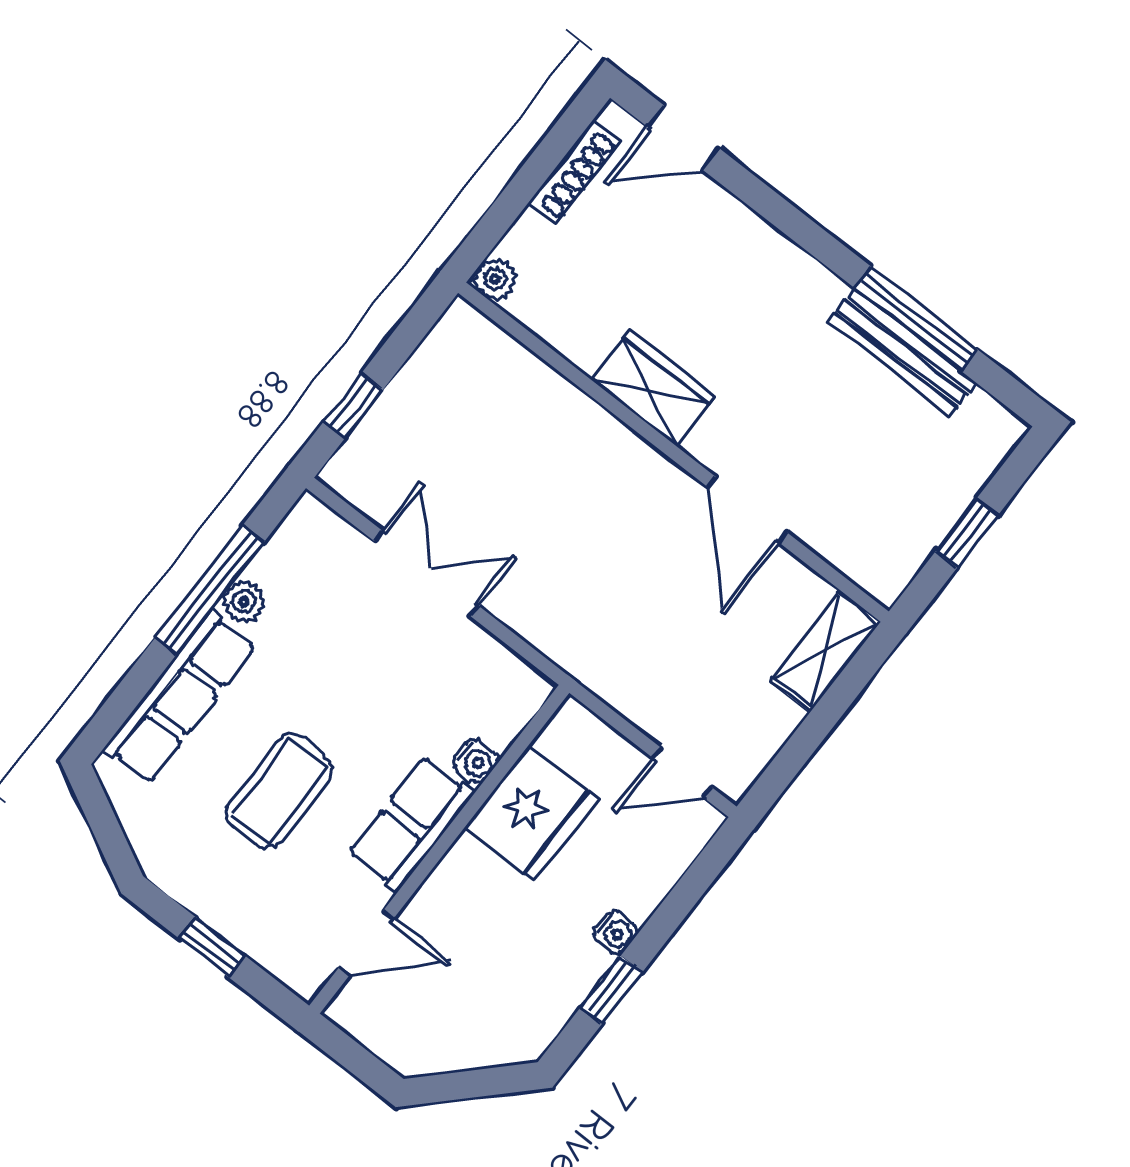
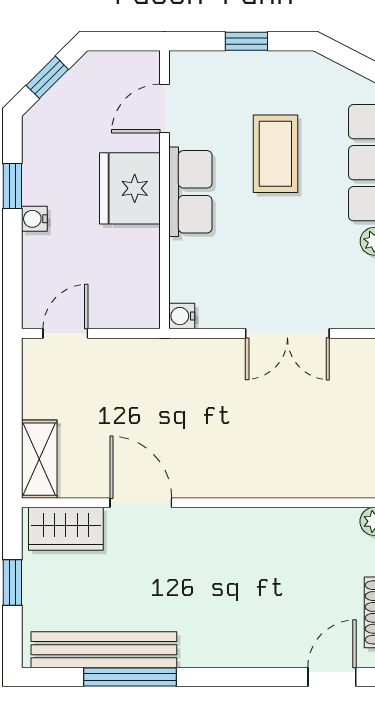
bench: (902, 352) -> (104, 650), width x1.37, depth x1.21
wardrobe: (653, 388) -> (66, 529), moved
water cooler: (476, 761) -> (182, 316), moved
fridge: (531, 813) -> (130, 188), moved
window: (474, 1084) -> (47, 77), added

